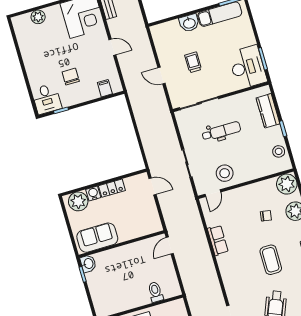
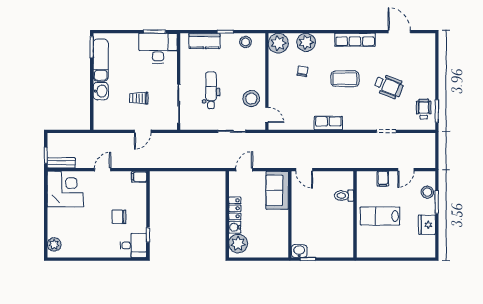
plant: (38, 17) -> (54, 244), moved
filing cabinet: (105, 88) -> (139, 177), moved
sofa: (97, 238) -> (277, 190), moved
row of seats: (218, 240) -> (328, 123), moved

